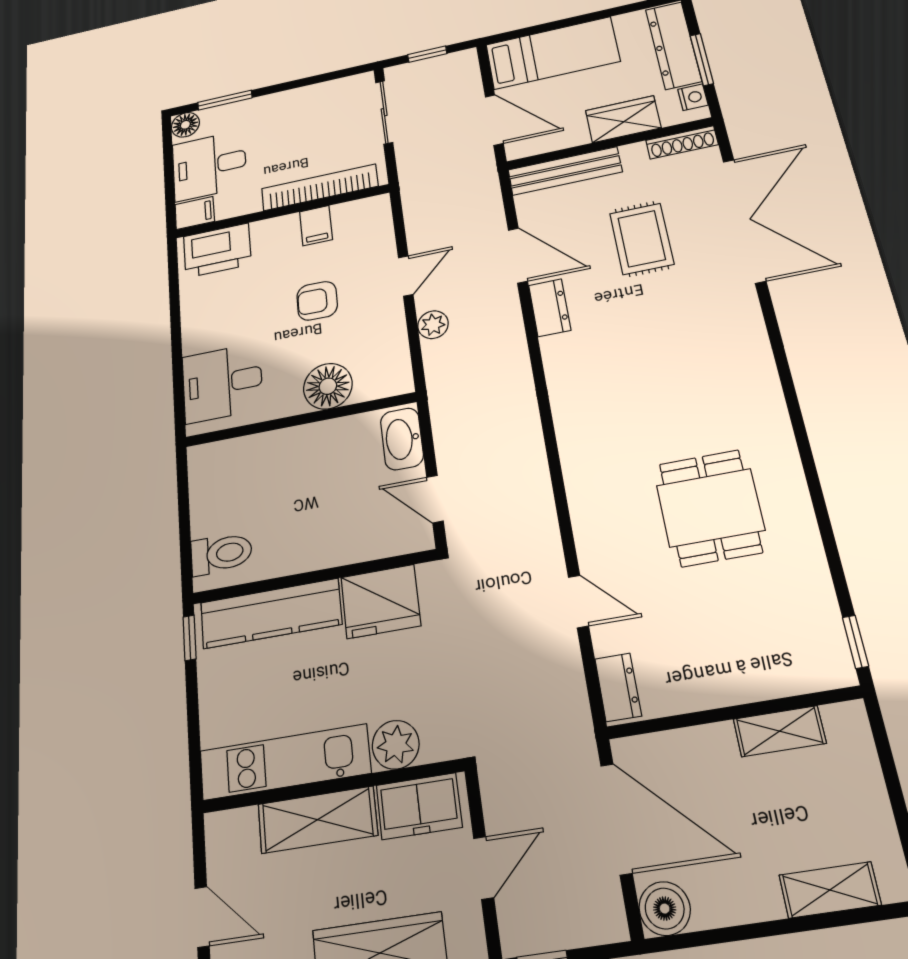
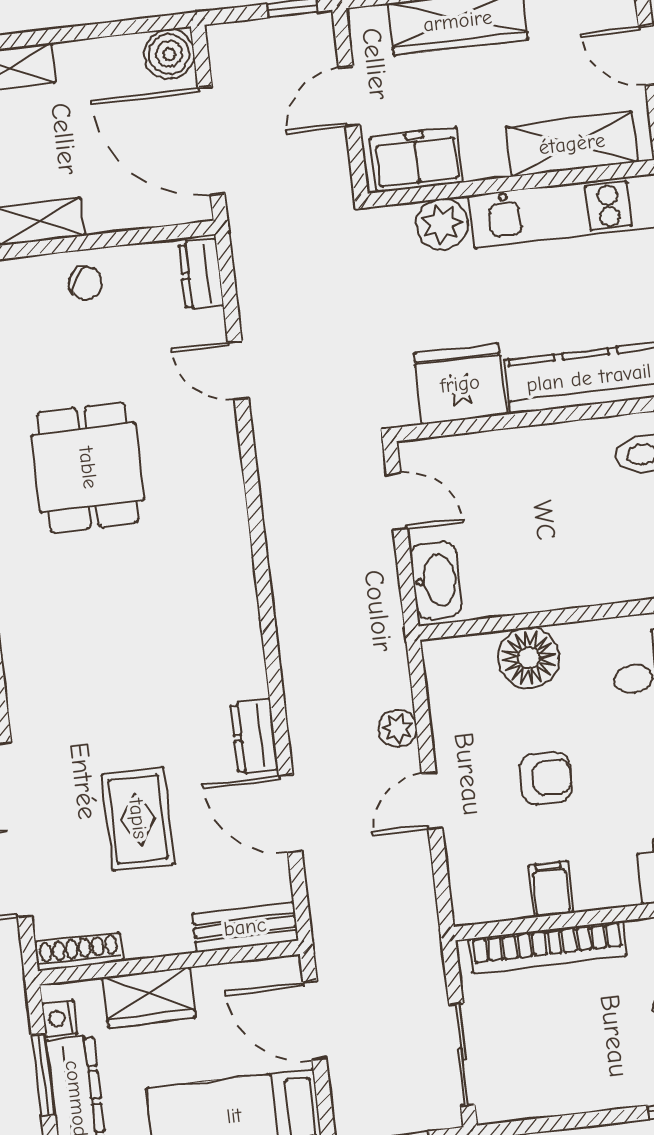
bench: (565, 171) -> (245, 927), width x0.73
chair: (728, 674) -> (86, 283), added
shelving: (317, 820) -> (572, 144), moved

